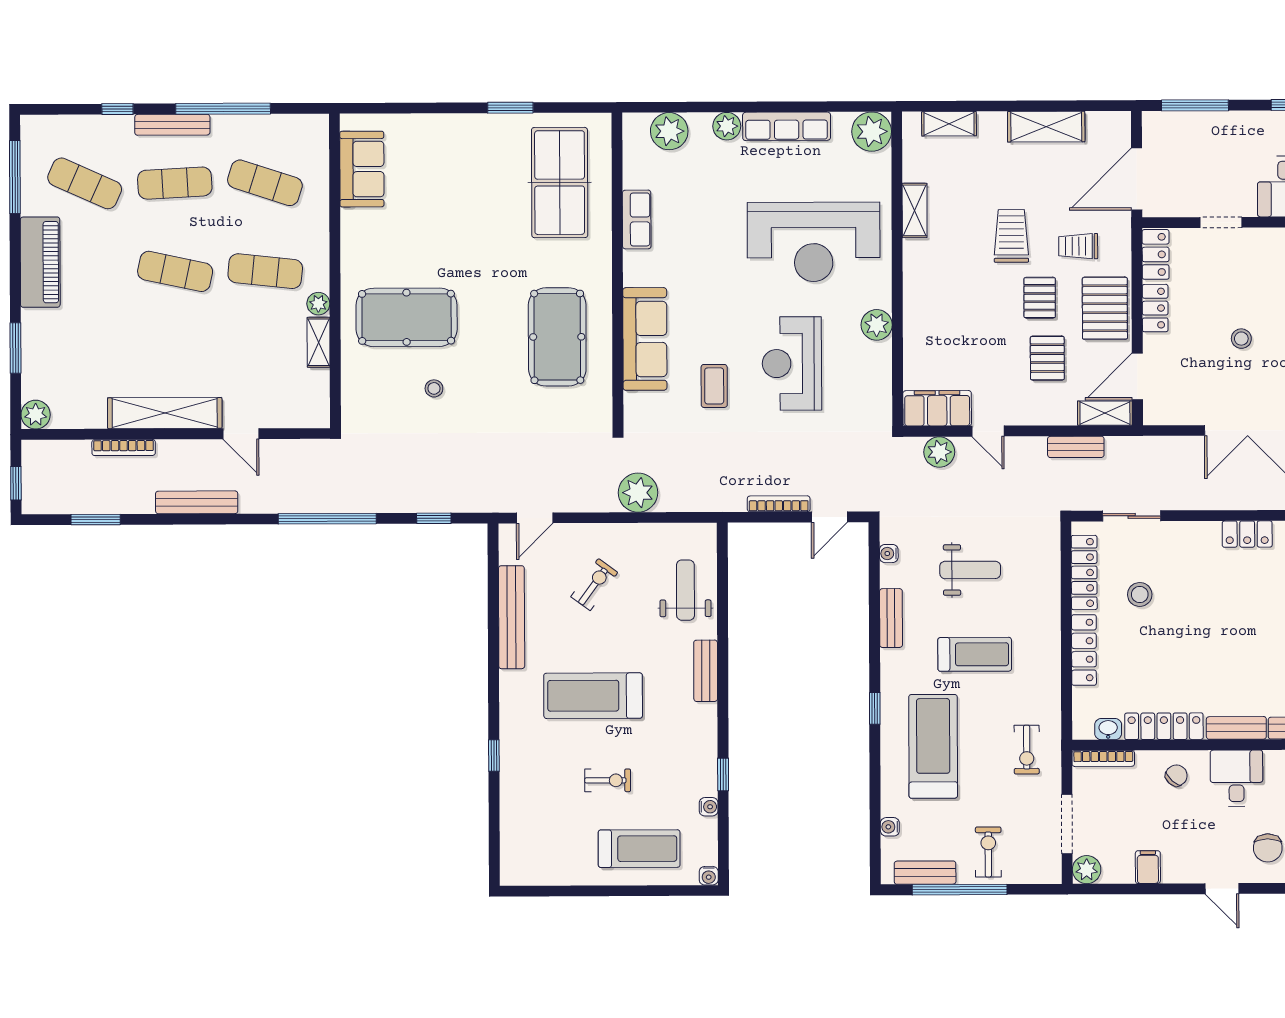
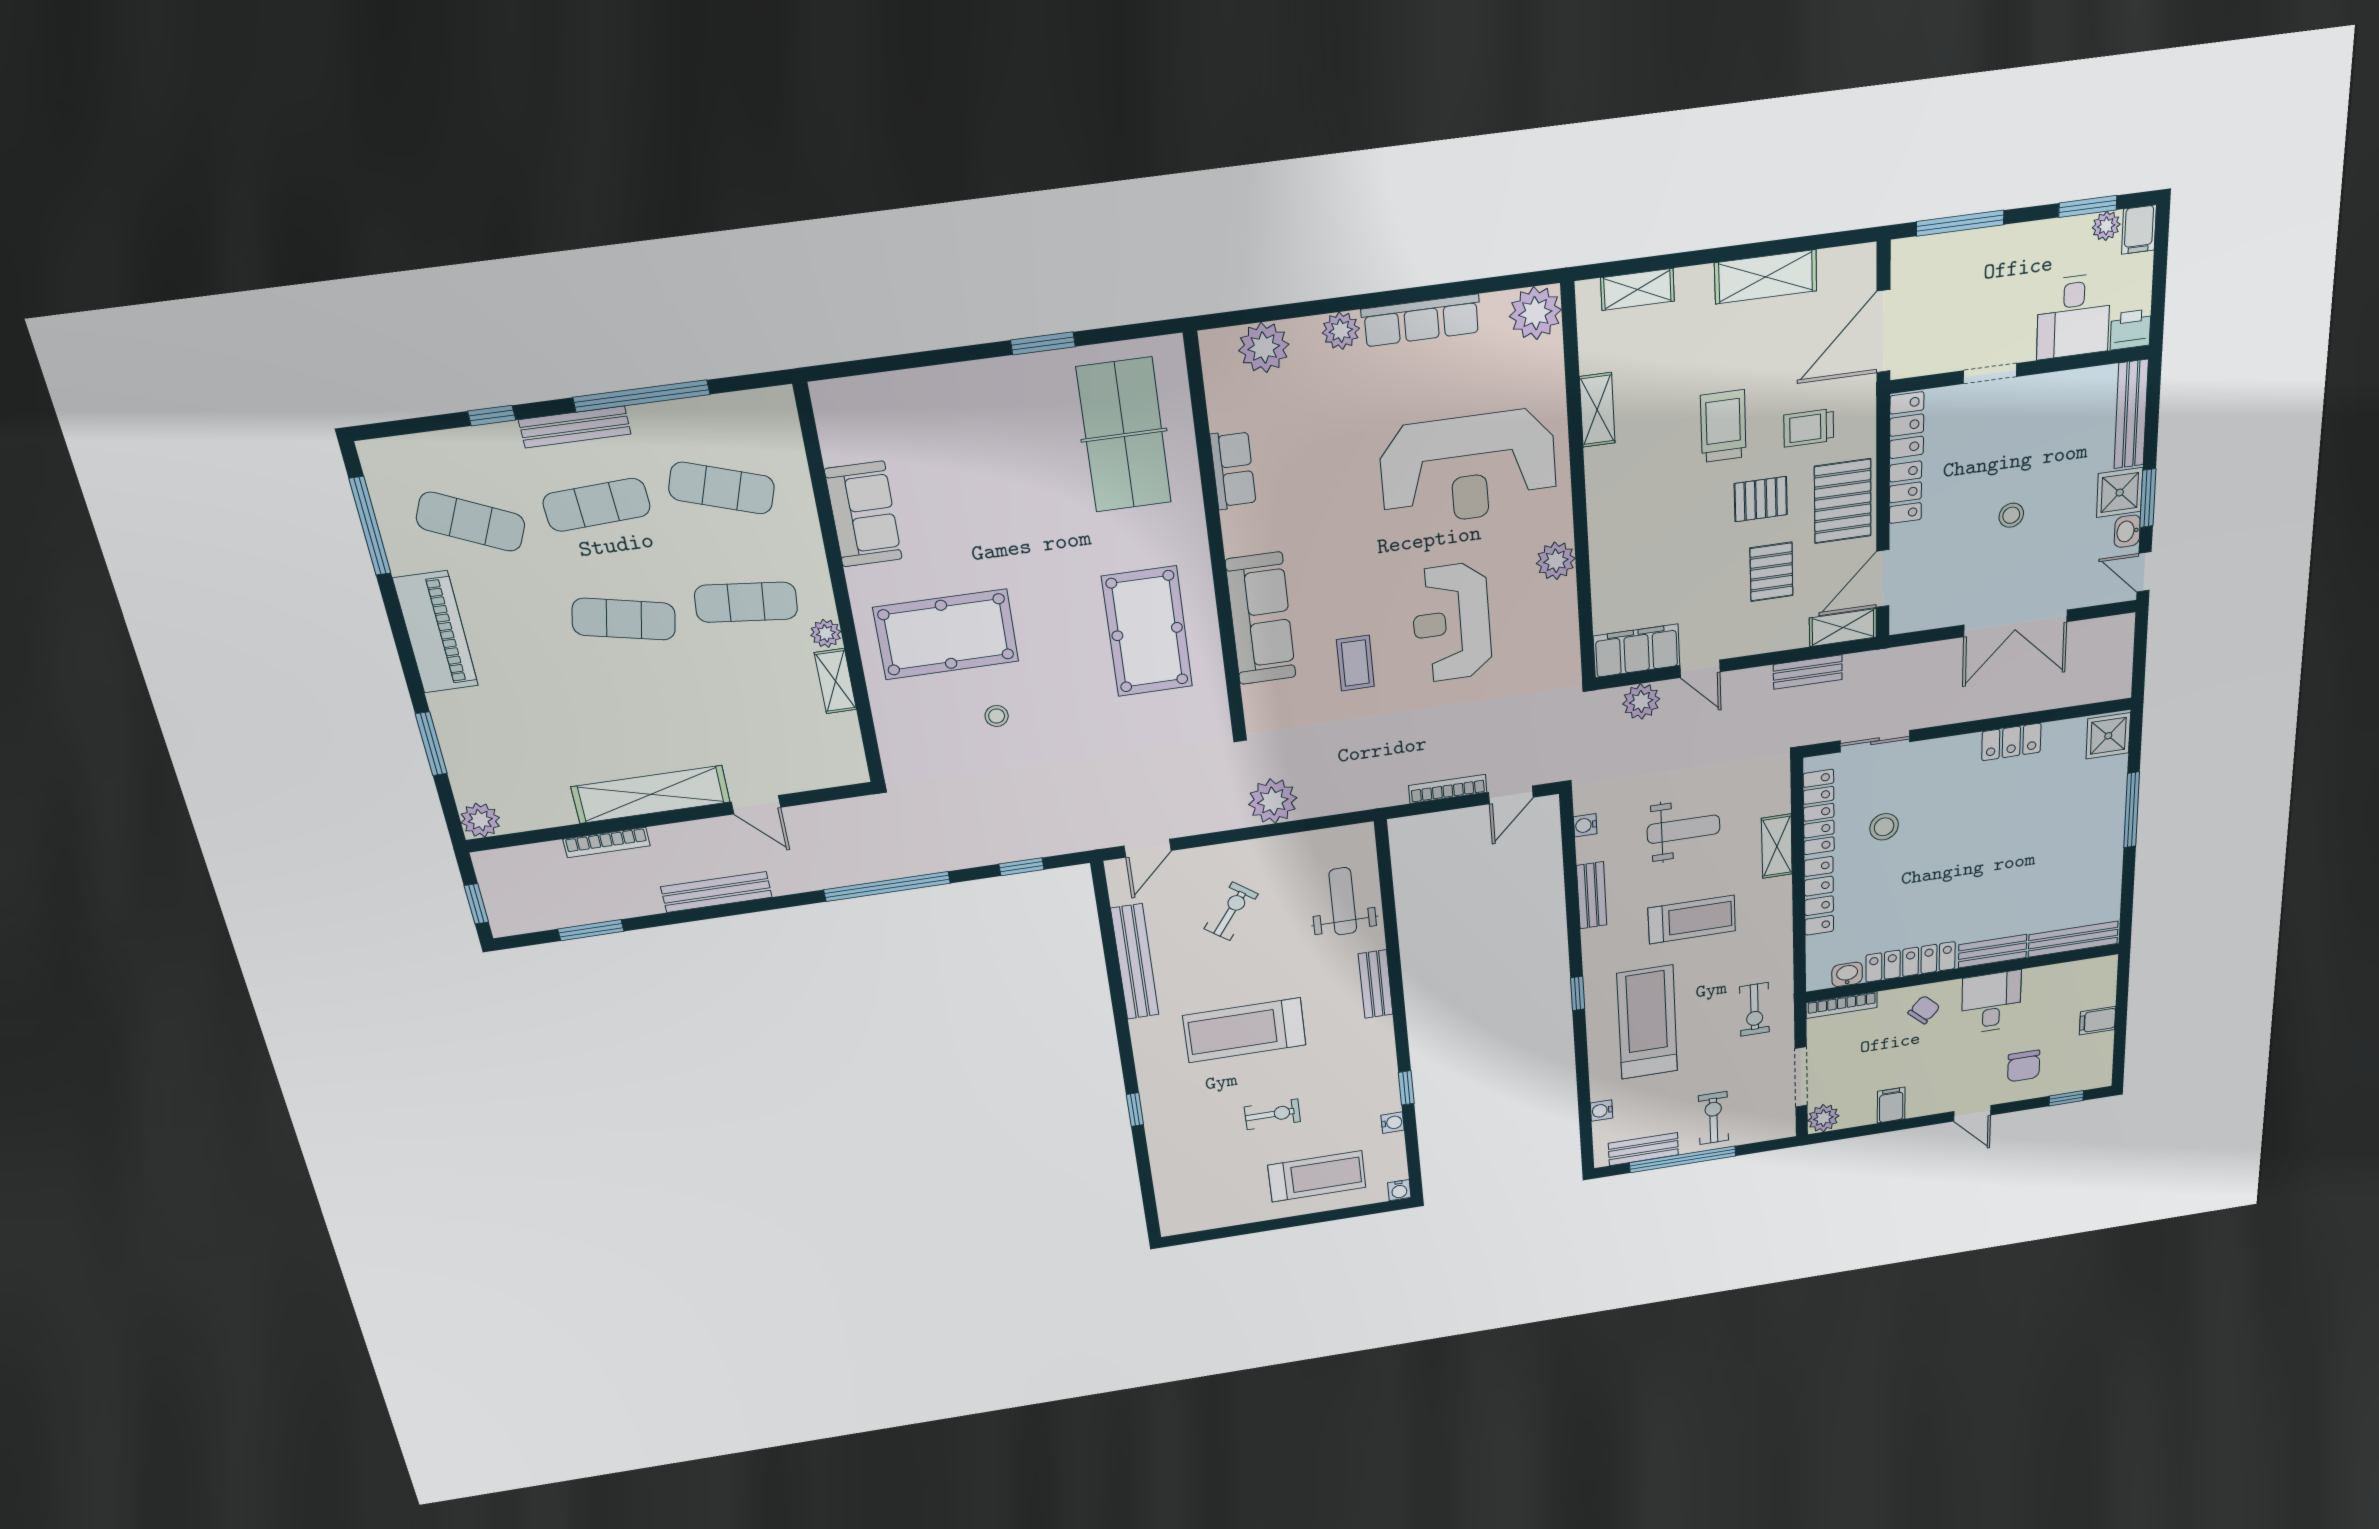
sofa: (362, 169) -> (863, 514), moved
pallet: (1040, 298) -> (1761, 499), turned 90
shelving: (1048, 598) -> (1777, 846), added

